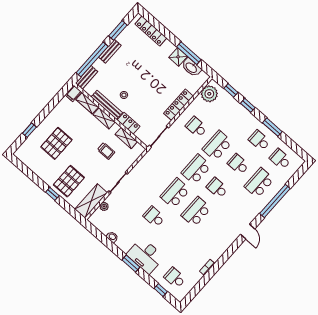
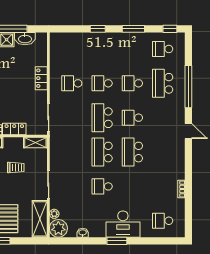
window: (231, 90) -> (170, 29), moved
plant: (209, 94) -> (58, 228), moved
locker: (178, 105) -> (41, 78), width x0.66
shelving: (126, 138) -> (35, 142), moved
school desk: (259, 140) -> (132, 49), removed
school desk: (217, 146) -> (102, 83), width x0.54
window: (161, 290) -> (160, 241), removed

